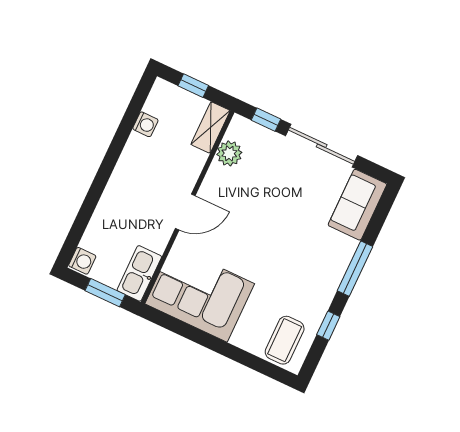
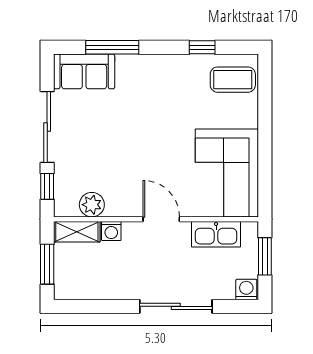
window: (193, 86) -> (47, 264), width x1.50
washing machine: (145, 124) -> (111, 231), moved, turned 180
sliding door: (97, 187) -> (176, 306), added
window: (355, 269) -> (112, 47), moved
kitchen sink: (139, 273) -> (216, 234), moved

